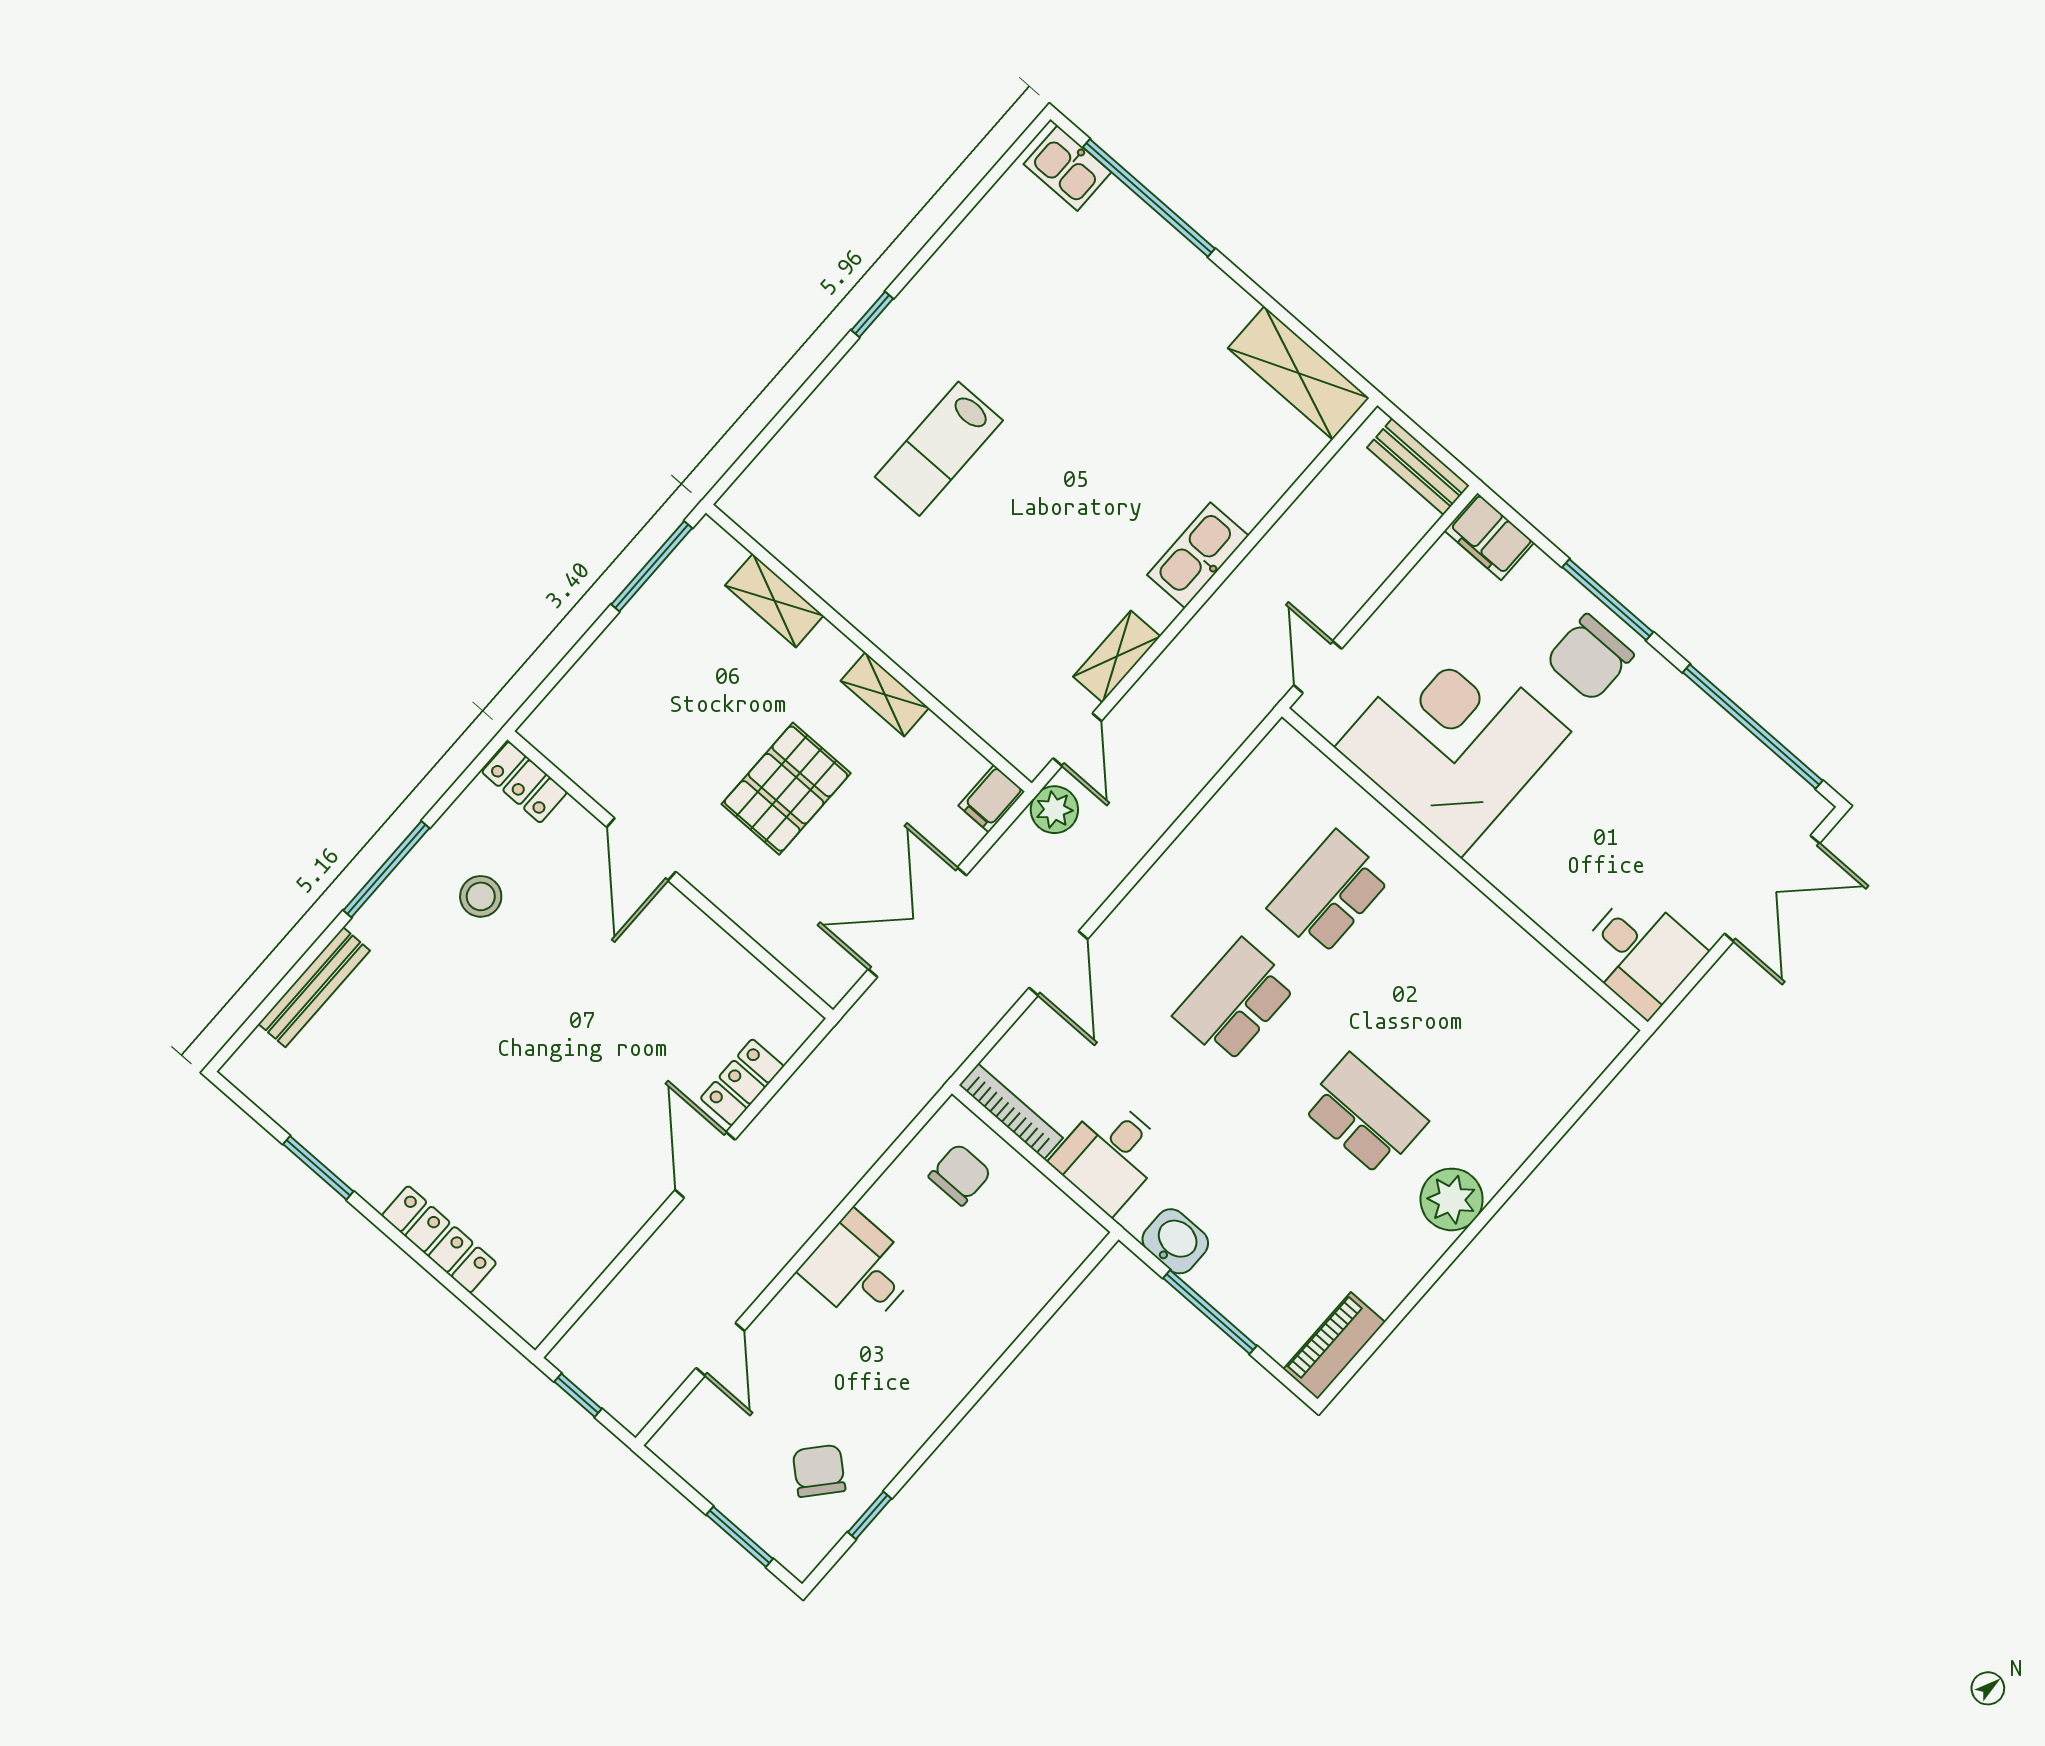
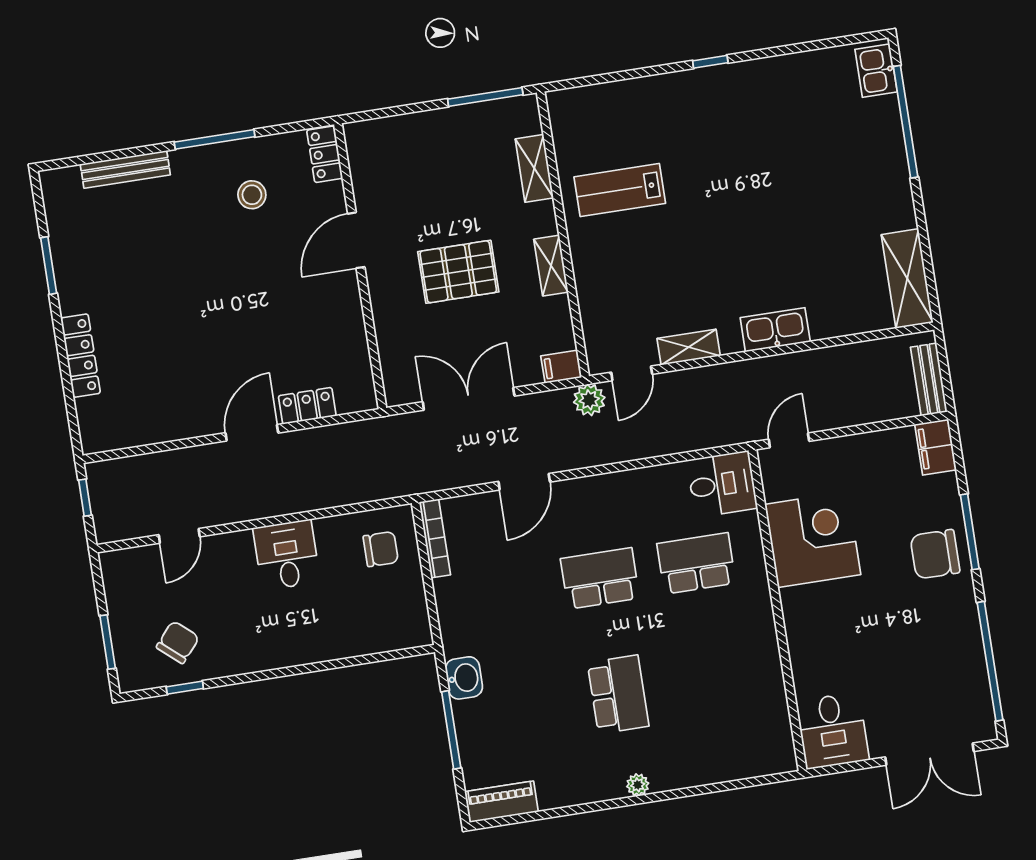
lab bench: (939, 449) -> (620, 190), moved
corner desk: (1453, 740) -> (813, 539), width x0.74, depth x0.74
desk: (1110, 1155) -> (722, 484), moved, turned 180
plant: (1452, 1199) -> (638, 785), width x0.53, depth x0.53

